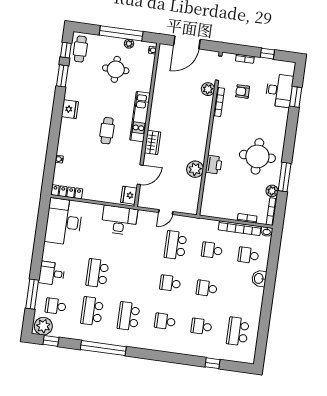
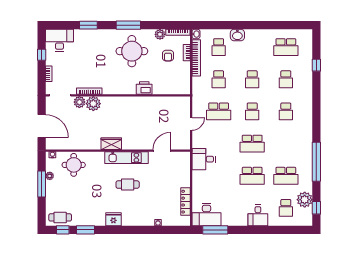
window: (121, 33) -> (42, 184), width x0.68
round table: (116, 69) -> (74, 165), moved
desk: (279, 90) -> (60, 40), moved
armchair: (243, 92) -> (168, 56), moved
window: (296, 97) -> (88, 25), moved
kitchen unit: (140, 117) -> (126, 158), moved
wardrobe: (153, 142) -> (111, 144), moved
plant: (195, 169) -> (93, 104), moved
door: (140, 175) -> (162, 151), hinge flipped
window: (285, 177) -> (128, 25), moved
locker: (67, 192) -> (185, 202), moved
fridge: (129, 195) -> (181, 158), removed
door: (166, 212) -> (191, 124), hinge flipped
desk: (119, 220) -> (204, 159), width x0.73
desk: (64, 222) -> (206, 215), width x0.73, depth x0.77
window: (32, 294) -> (215, 230), moved
school desk: (129, 316) -> (252, 144), moved
plant: (43, 326) -> (305, 200), moved

